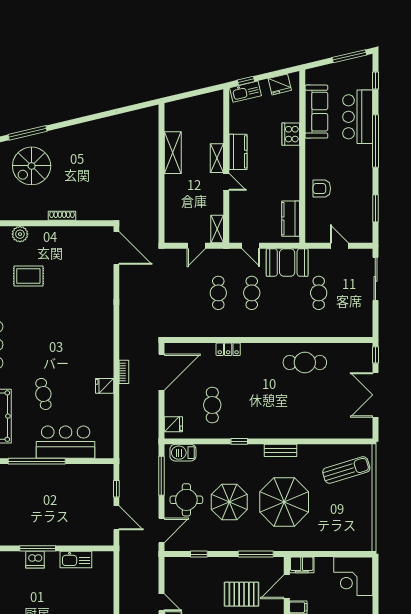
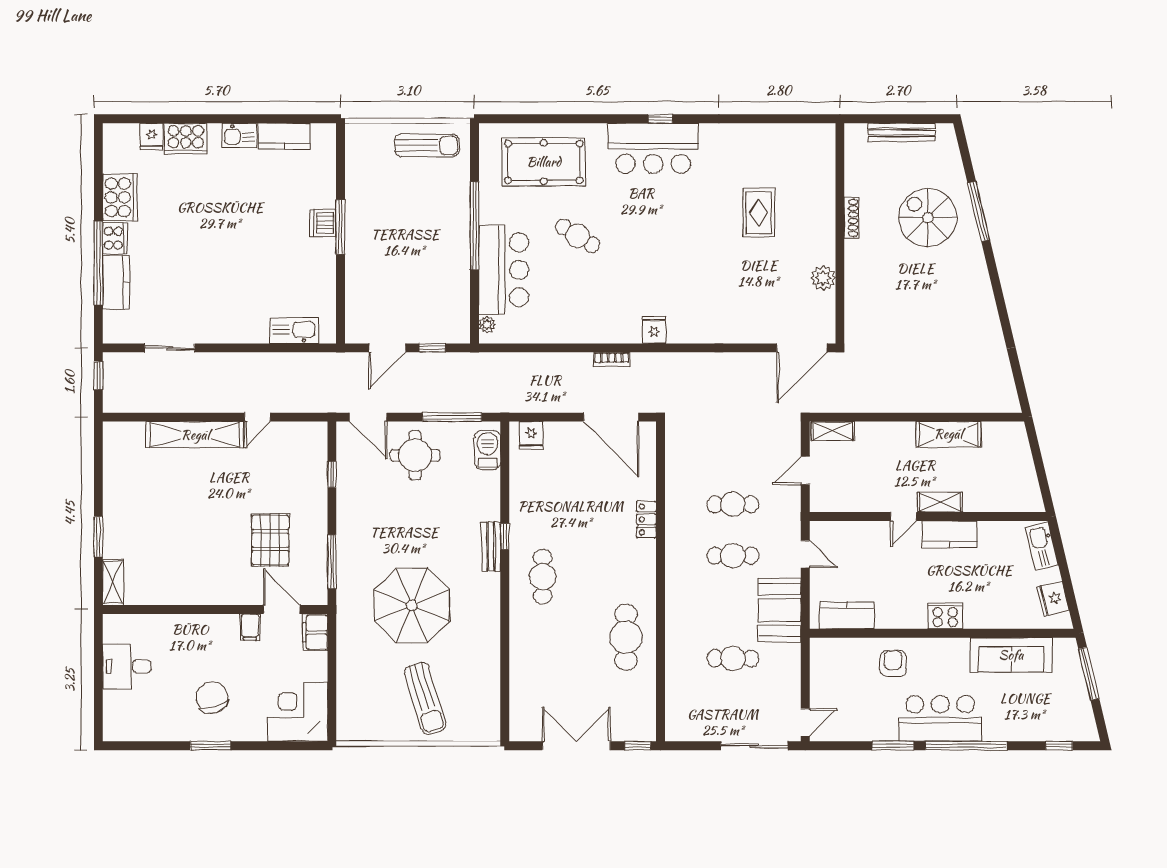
window: (349, 56) -> (1089, 674), moved
window: (246, 81) -> (1059, 547), removed
bar counter: (358, 117) -> (940, 718), moved
cooker: (291, 134) -> (945, 616), moved
window: (375, 208) -> (893, 746), moved
shoe rack: (62, 216) -> (851, 218), moved
shelving: (217, 229) -> (833, 431), moved
plant: (20, 234) -> (823, 278), moved
door: (196, 246) -> (805, 470), hinge flipped
door: (251, 246) -> (805, 554), swing flipped
door: (339, 246) -> (805, 722), moved
fridge: (105, 386) -> (654, 330), moved
cafe table: (43, 394) -> (578, 236), turned 44
cafe table: (212, 405) -> (543, 577), moved, turned 90
bench: (281, 450) -> (491, 546), moved
plant: (101, 453) -> (487, 325), added
sun lounger: (346, 470) -> (425, 698), moved
parasol: (229, 502) -> (412, 521), removed
kitchen sink: (76, 560) -> (294, 331), moved, turned 90

